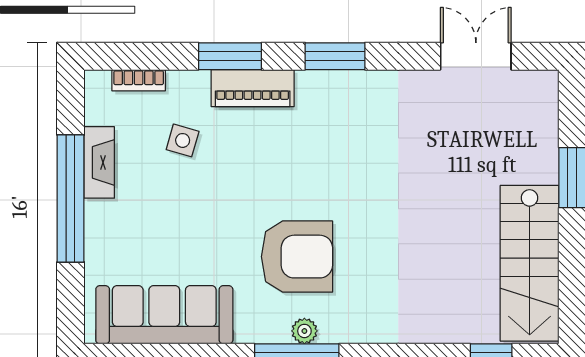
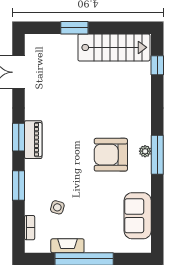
piano: (253, 88) -> (33, 140), moved
armchair: (297, 257) -> (111, 155), turned -90
sofa: (164, 315) -> (138, 216), width x0.73

